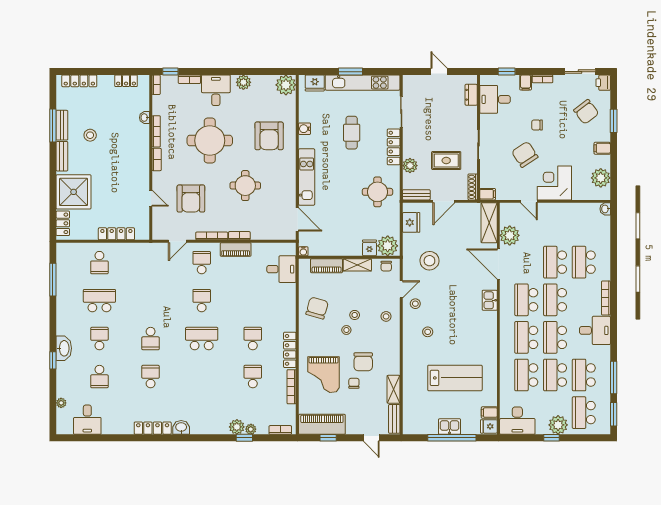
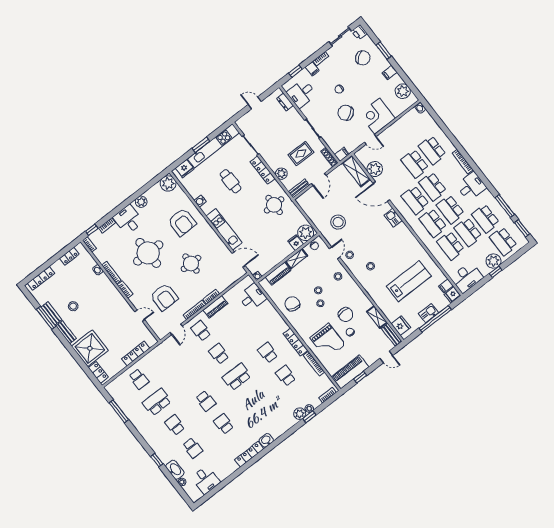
fridge: (411, 222) -> (401, 326), moved
washbasin: (64, 348) -> (175, 470), moved

